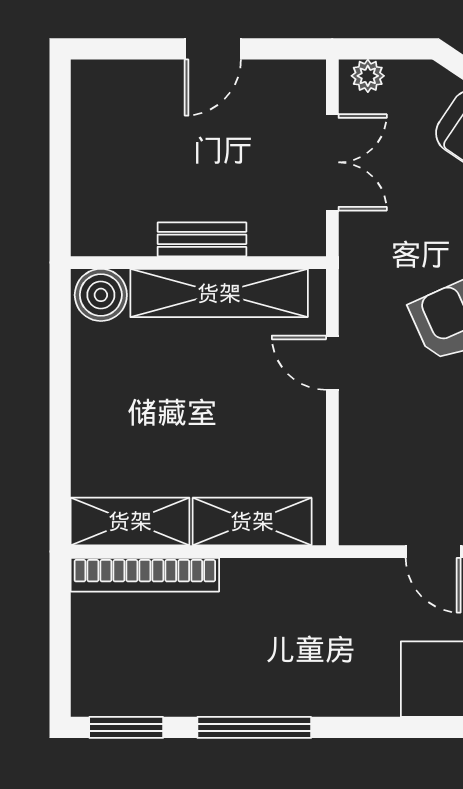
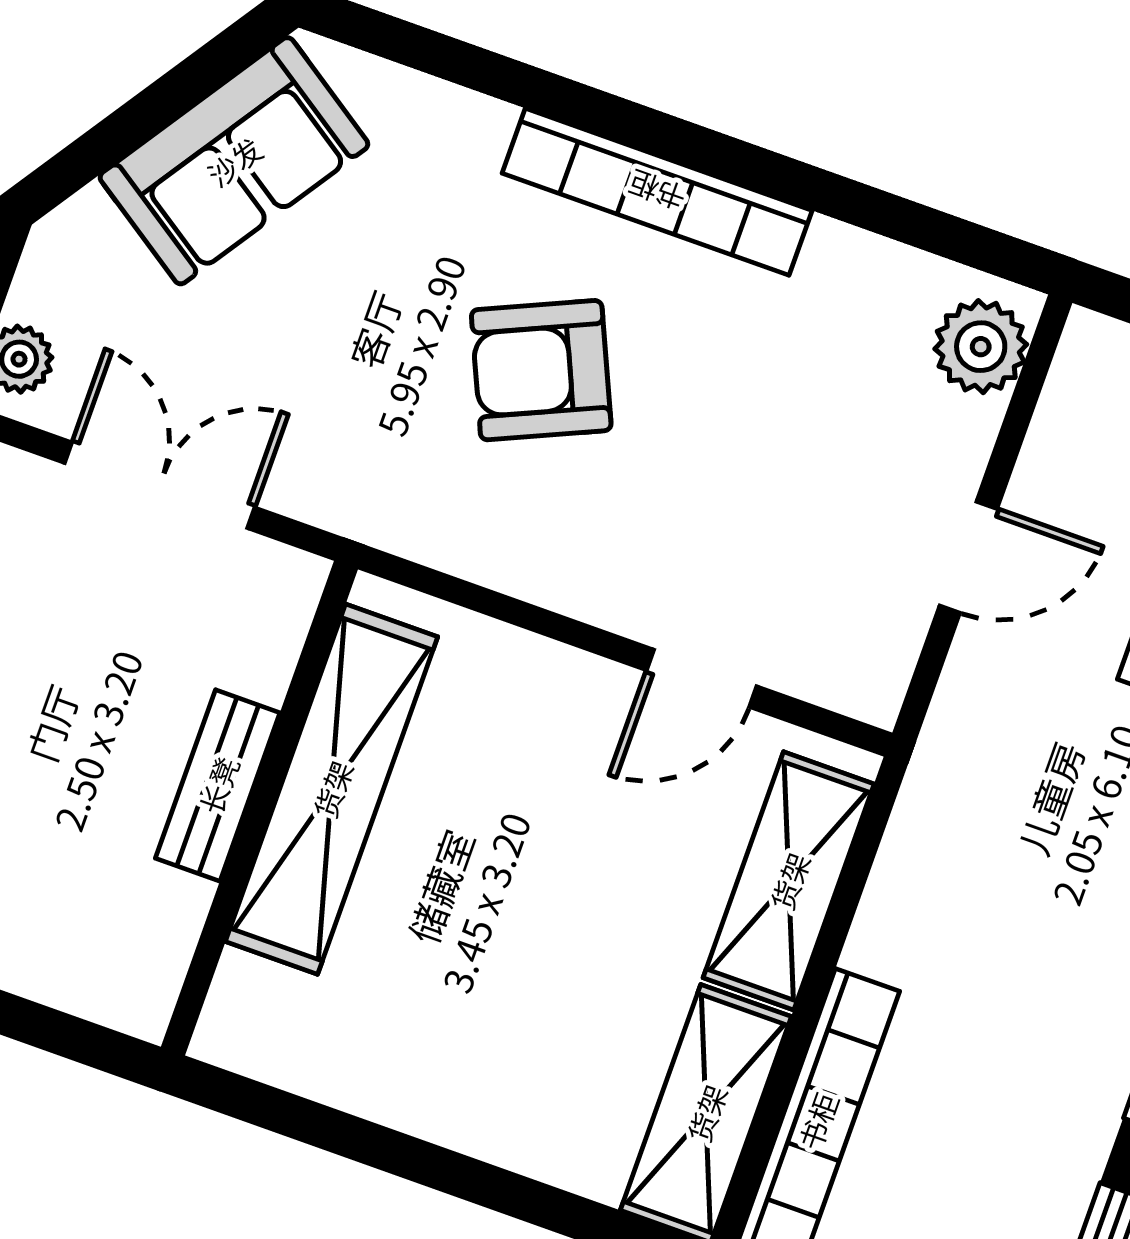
boiler: (101, 295) -> (255, 1015), removed
door: (332, 363) -> (701, 678), moved

